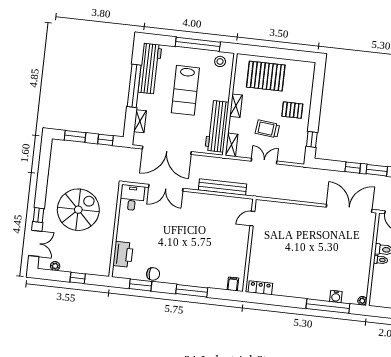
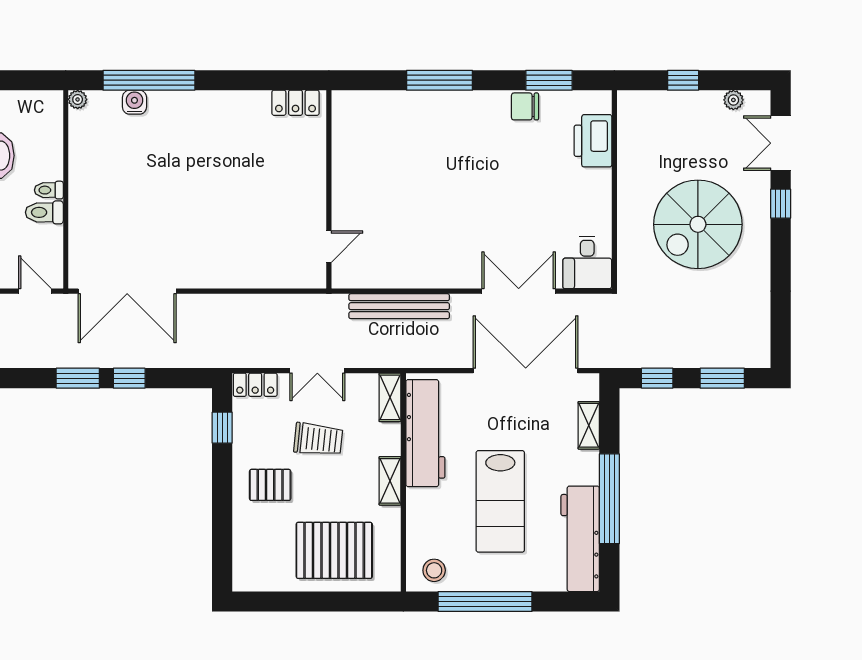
lab bench: (185, 90) -> (500, 501), turned 180
locker: (294, 158) -> (255, 385), added
filing cabinet: (233, 284) -> (355, 104), removed

